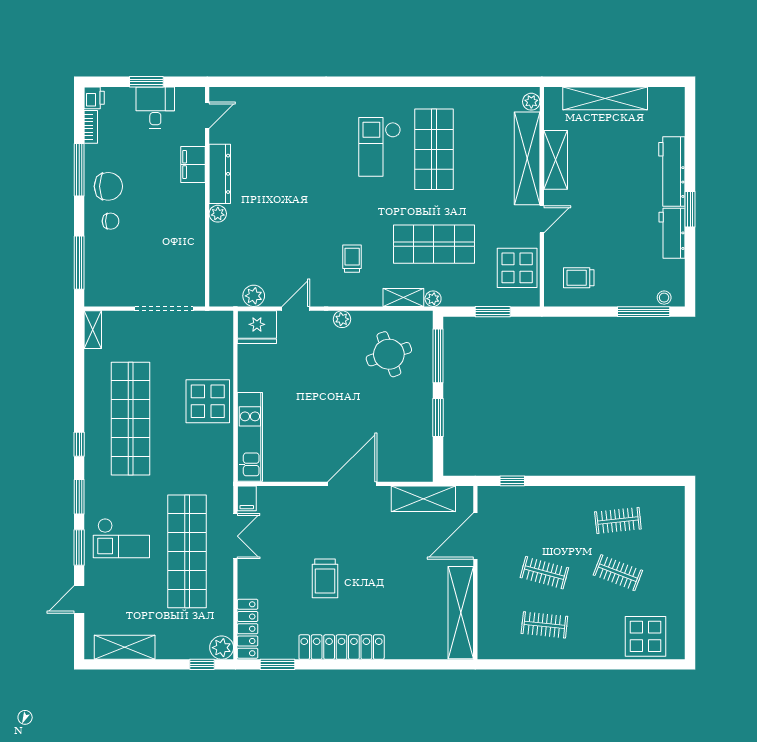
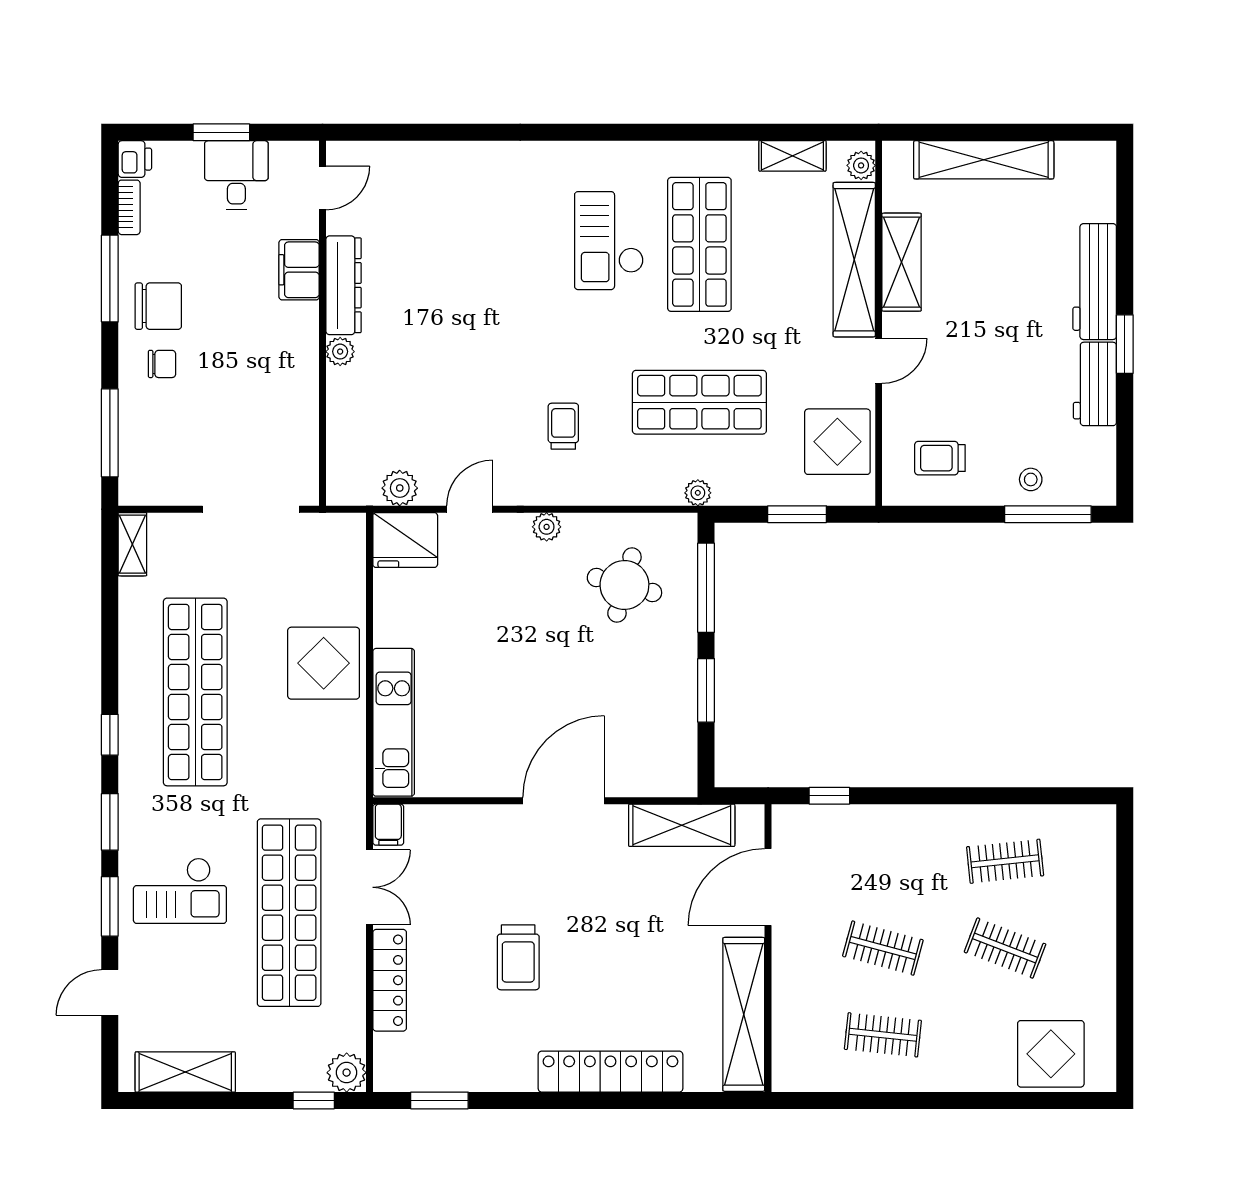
shelving: (403, 297) -> (792, 156), moved
stool: (664, 298) -> (1031, 479), moved
round table: (389, 354) -> (624, 585), turned 34
locker: (248, 629) -> (390, 980), moved
locker: (342, 647) -> (610, 1072), moved

